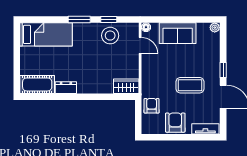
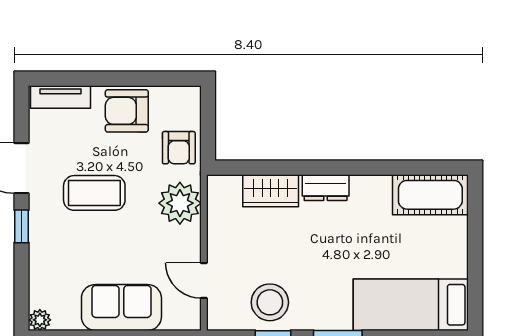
floor lamp: (146, 27) -> (191, 321), removed
plant: (151, 81) -> (180, 203), added
wardrobe: (126, 86) -> (271, 191), moved
dresser: (66, 88) -> (326, 188), moved
armchair: (175, 123) -> (127, 111), turned 90

